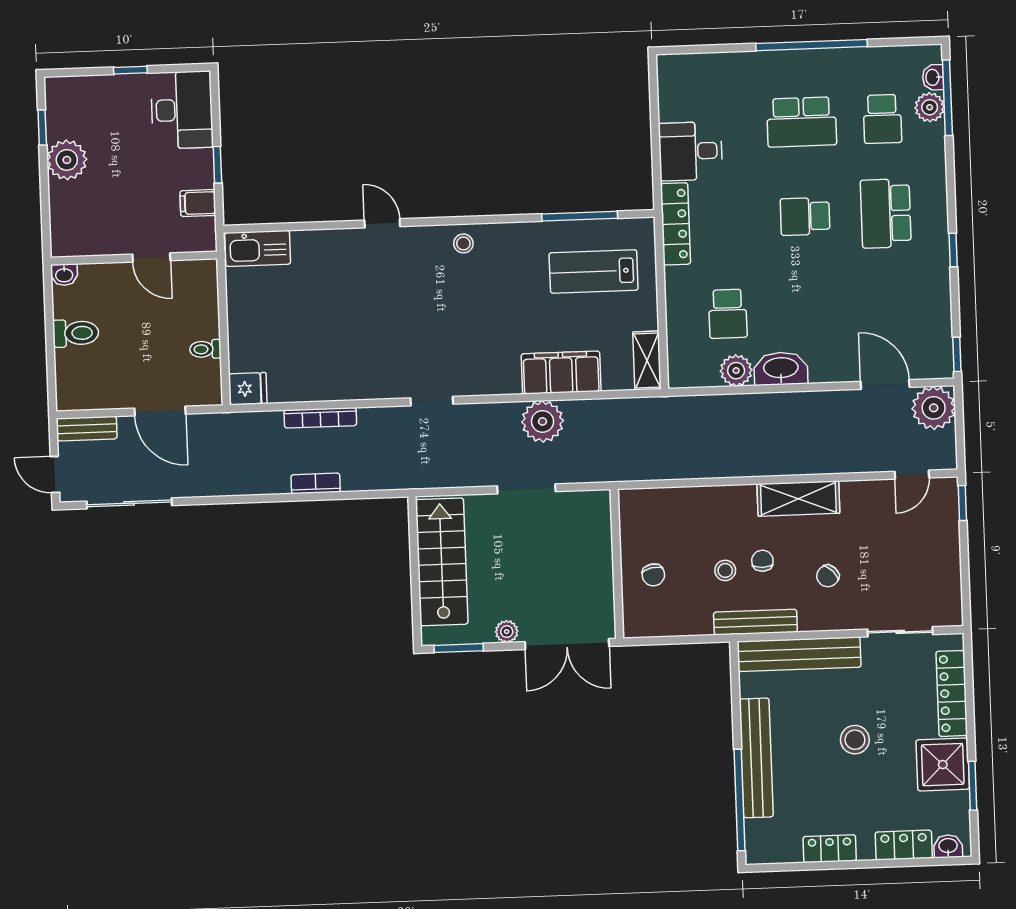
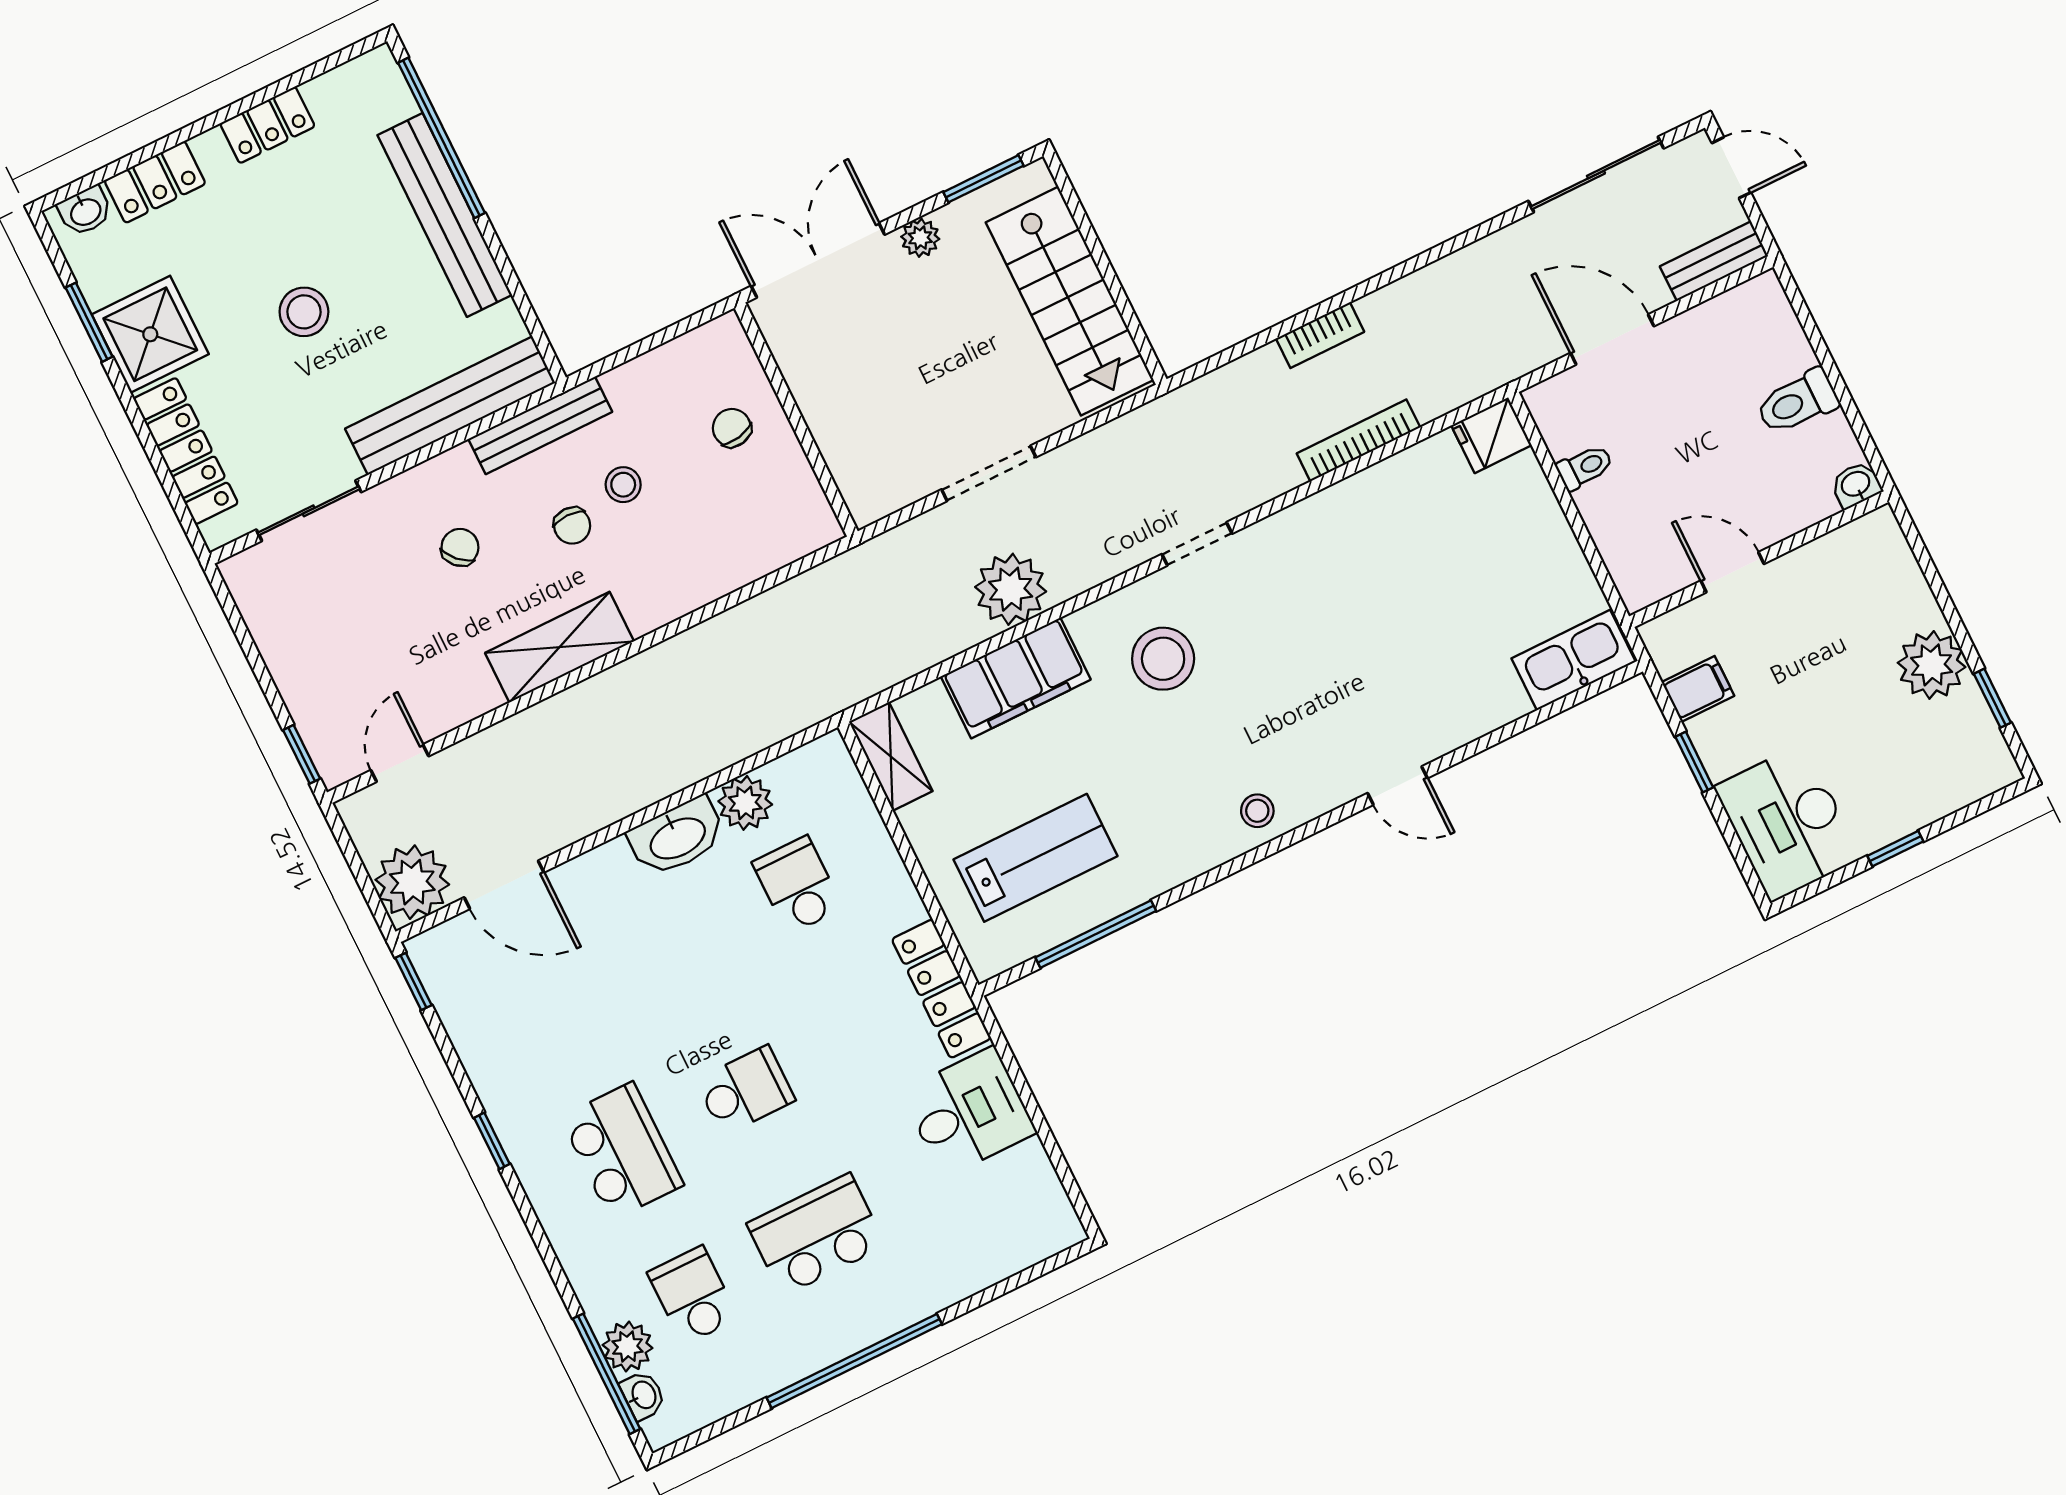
stool: (477, 348) -> (1163, 659), added

